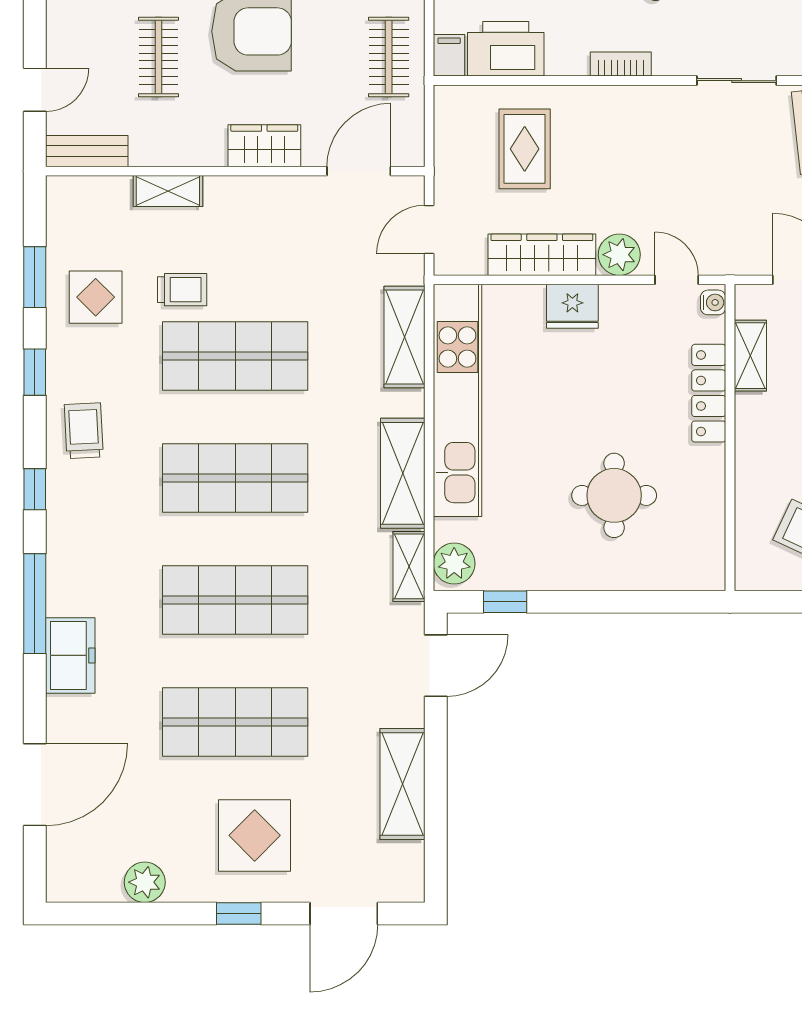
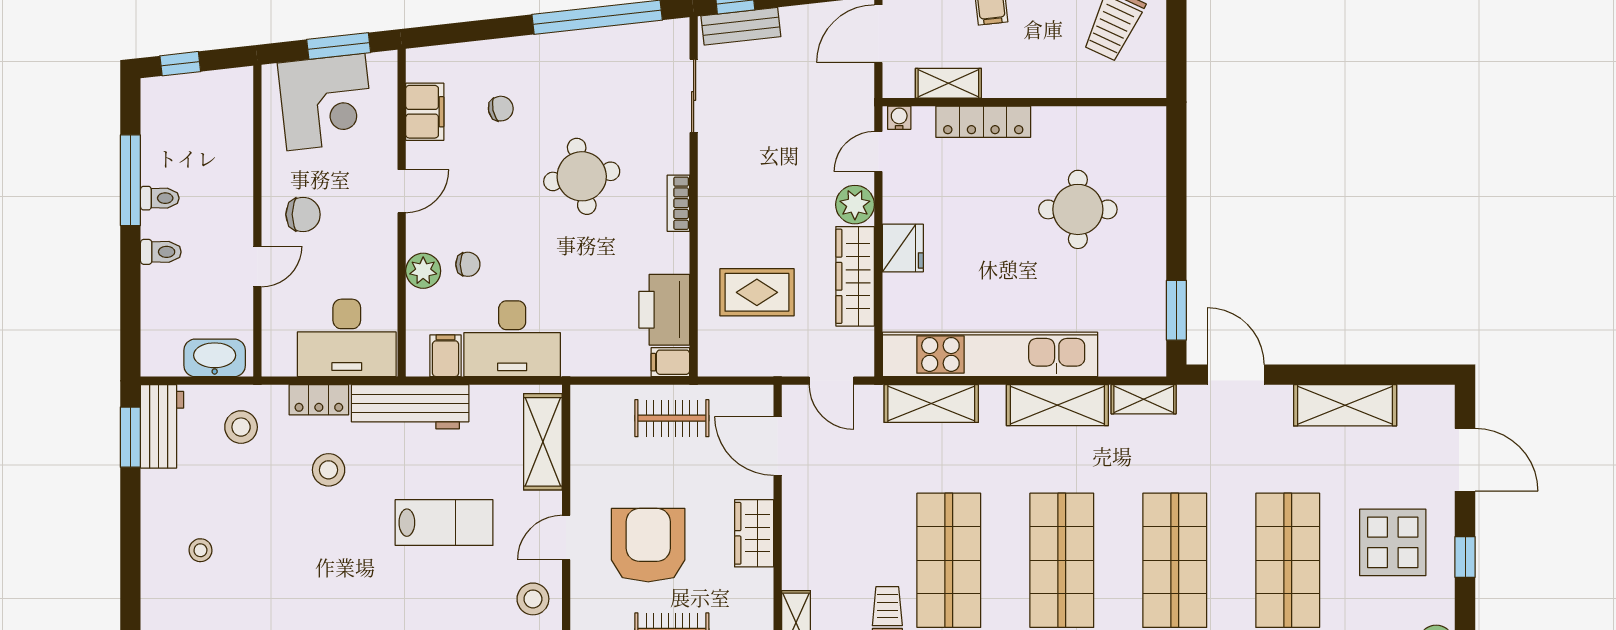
plant: (454, 564) -> (1141, 358), removed
window: (505, 602) -> (1176, 310), width x1.50

